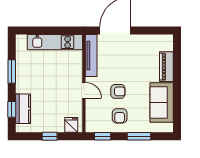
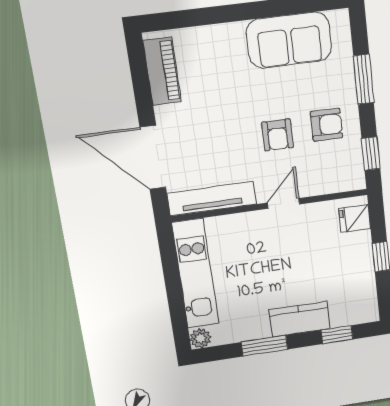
plant: (21, 40) -> (200, 338), added
piano: (166, 67) -> (162, 71), moved, turned -90
armchair: (118, 91) -> (277, 135), turned 180
kitchen counter: (23, 109) -> (300, 319), moved

